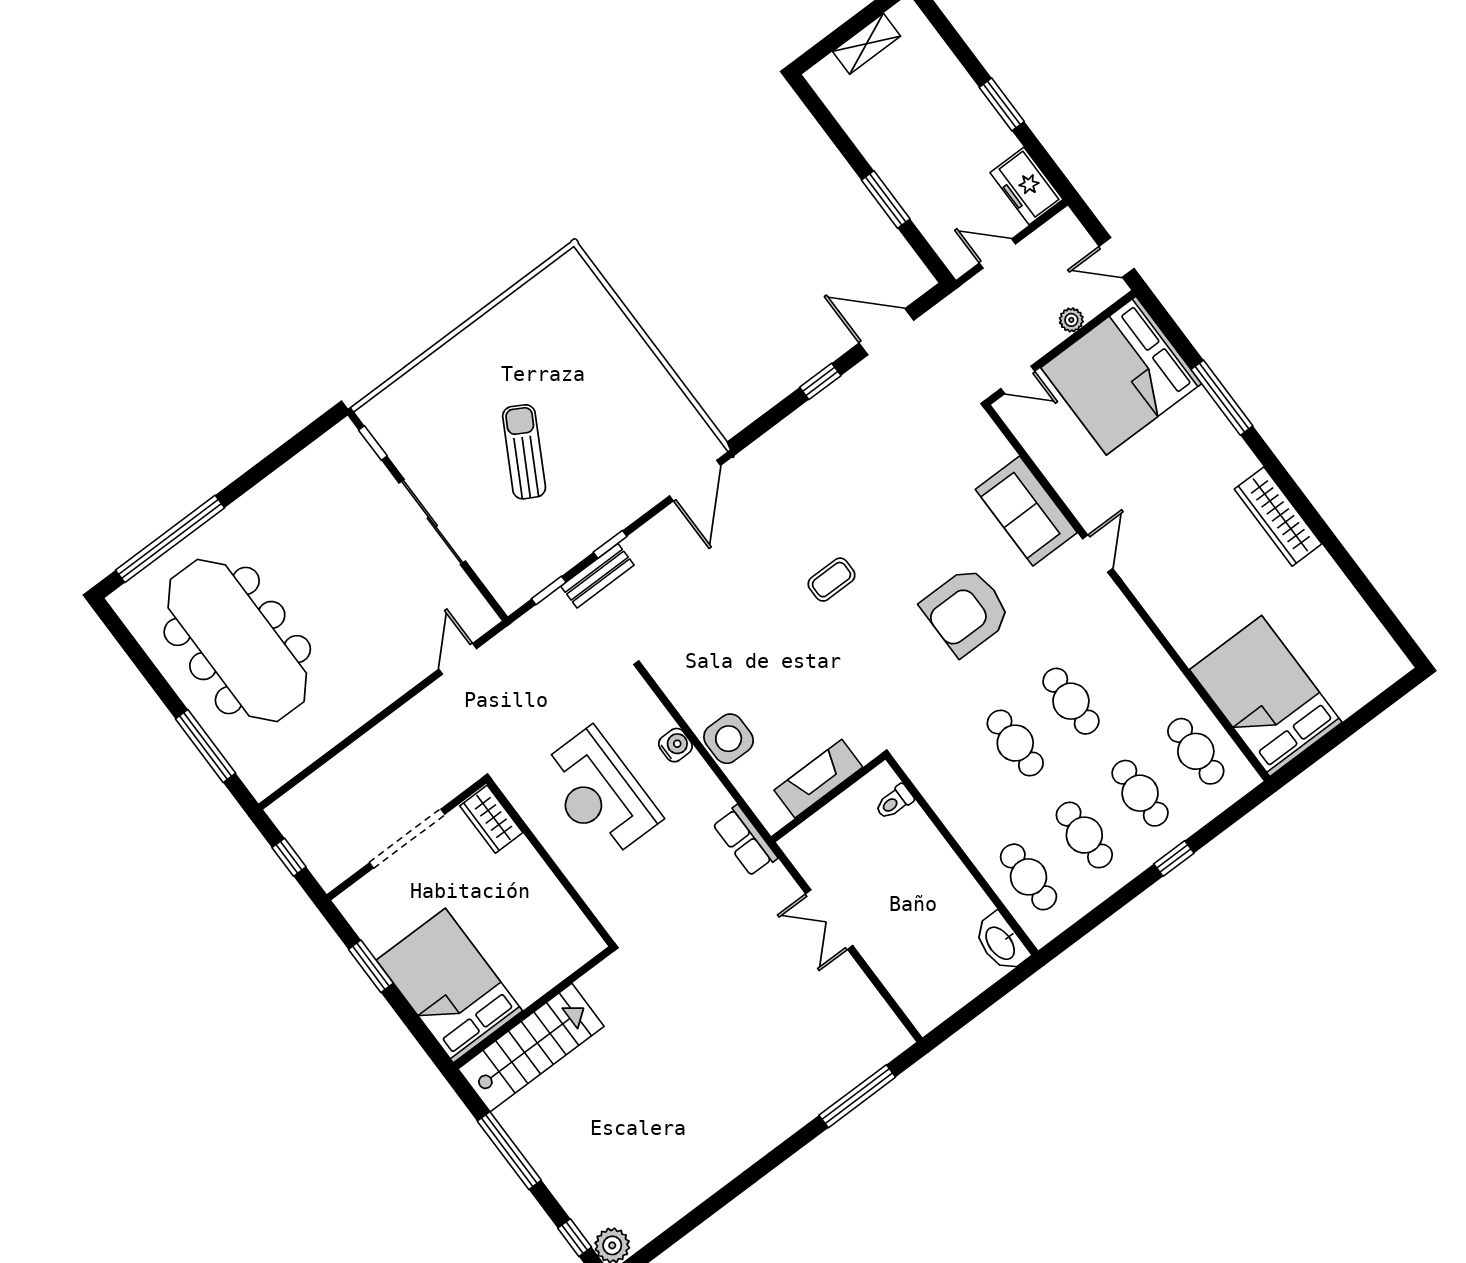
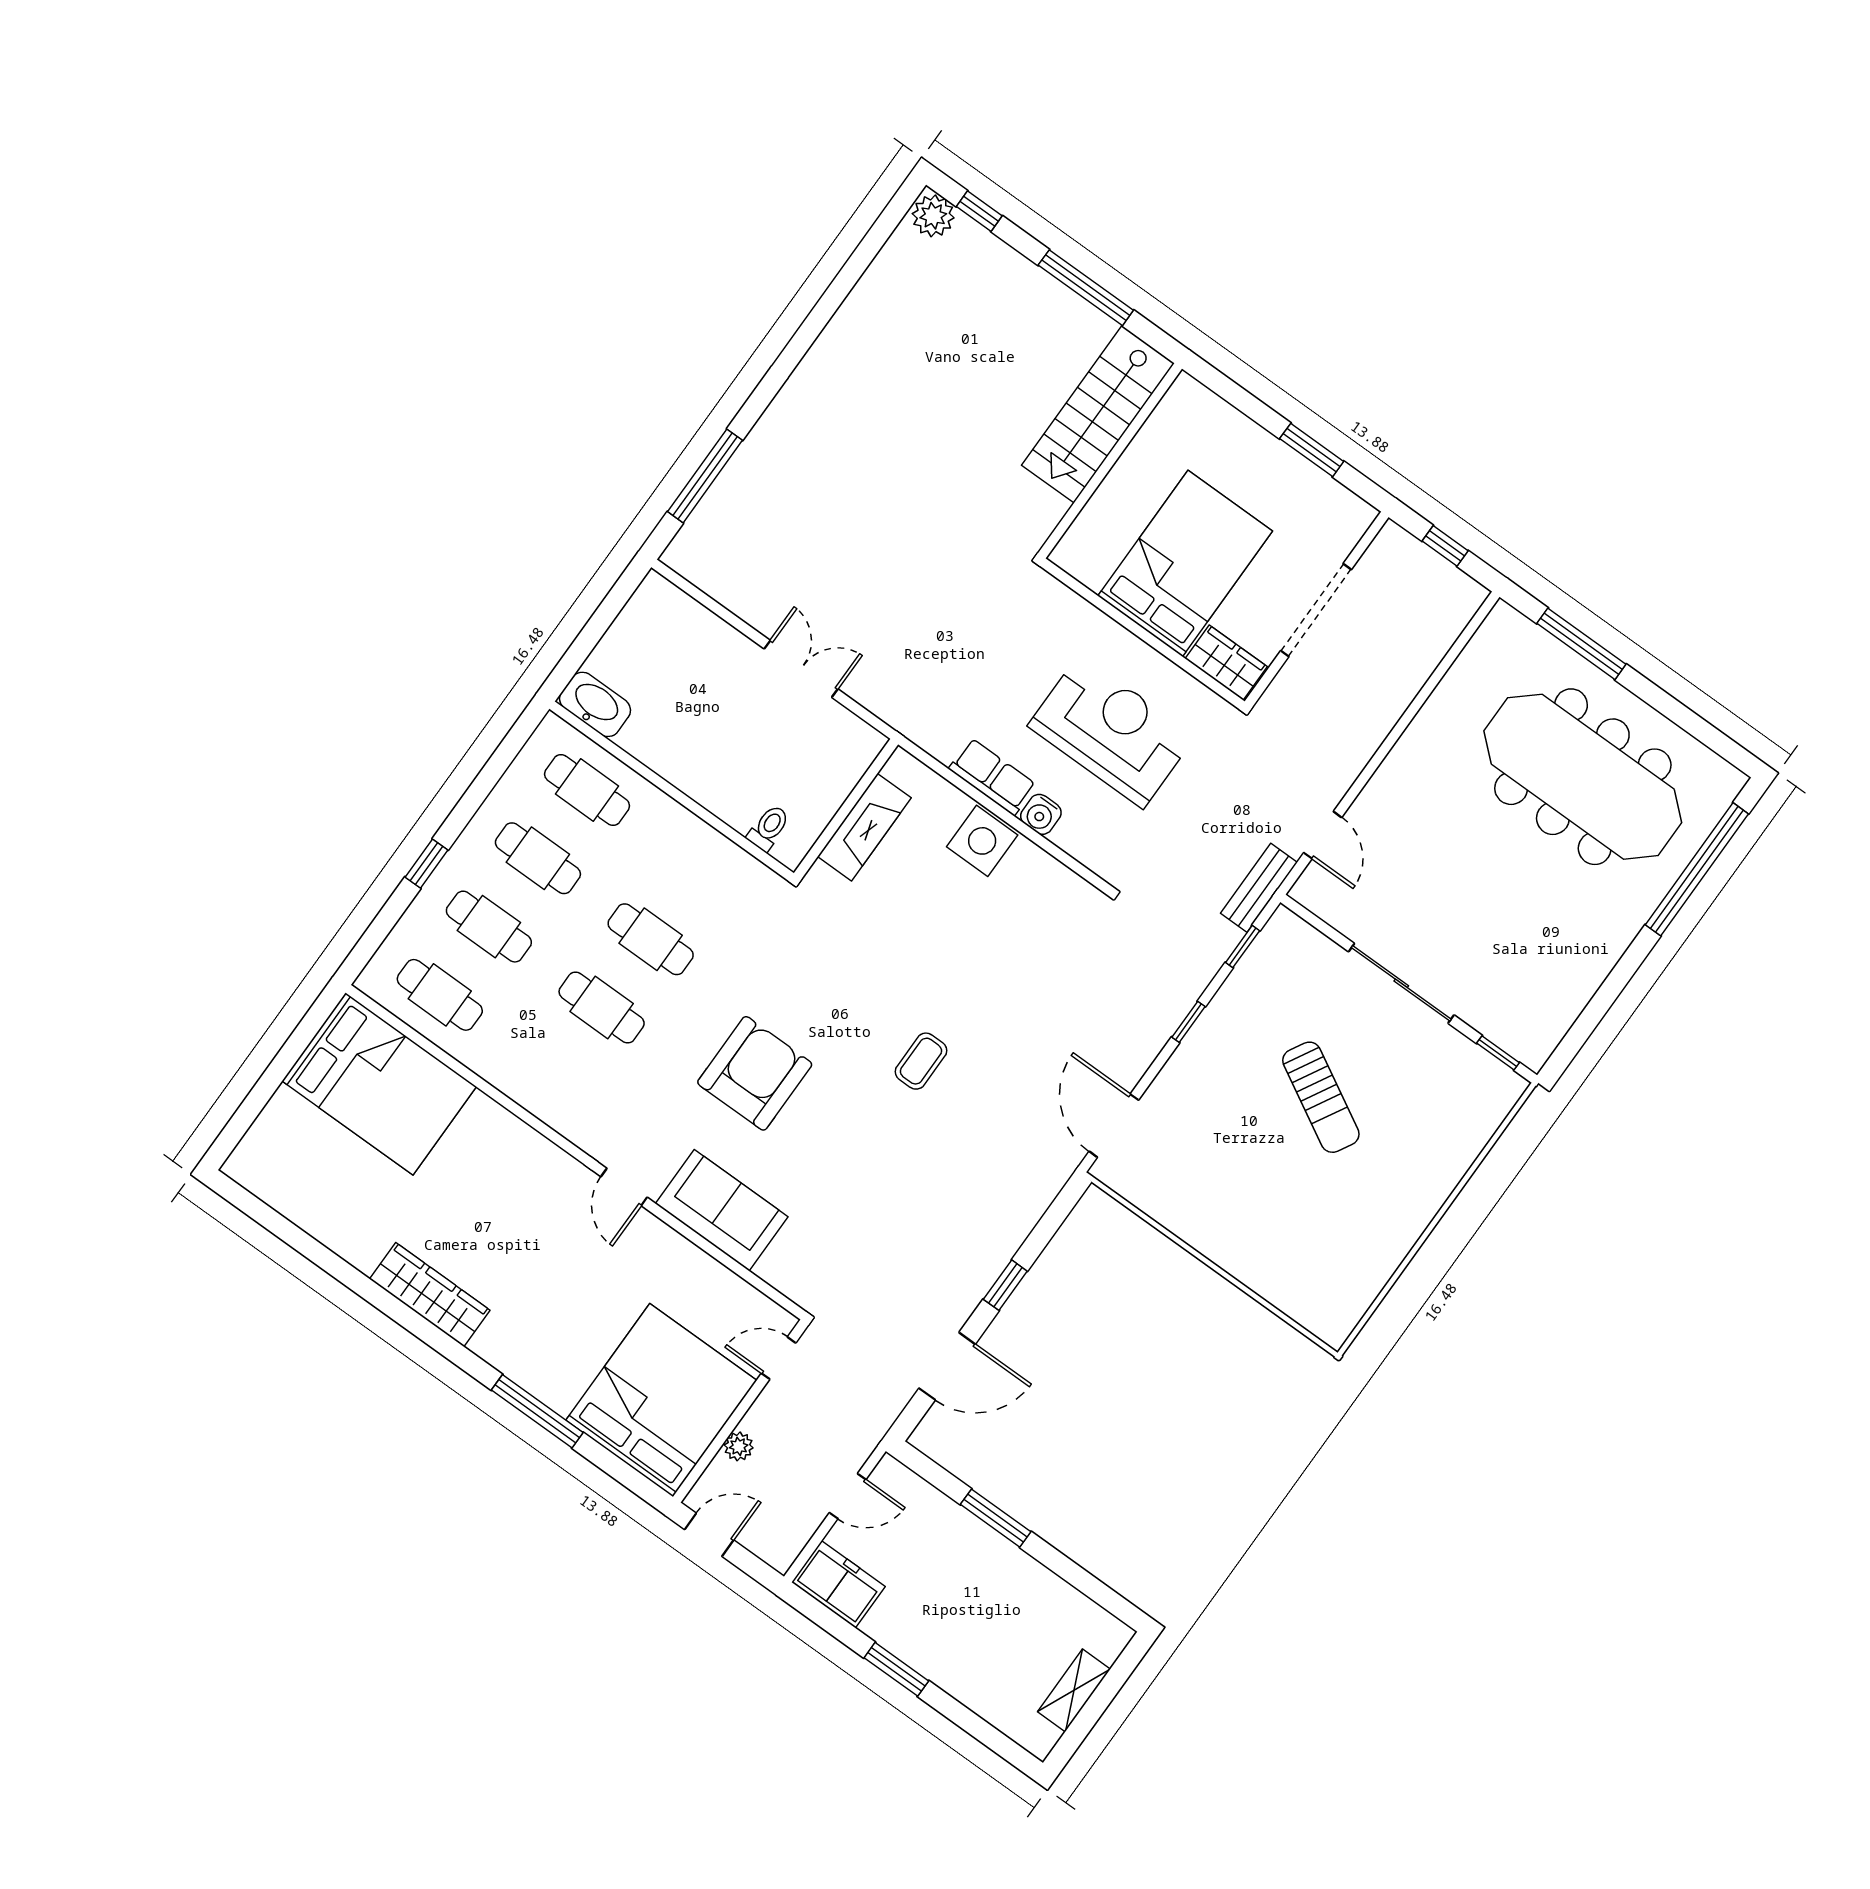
bench: (597, 576) -> (1259, 888), moved
row of seats: (745, 841) -> (992, 777), moved
bed: (449, 986) -> (1185, 564), moved, turned -90

